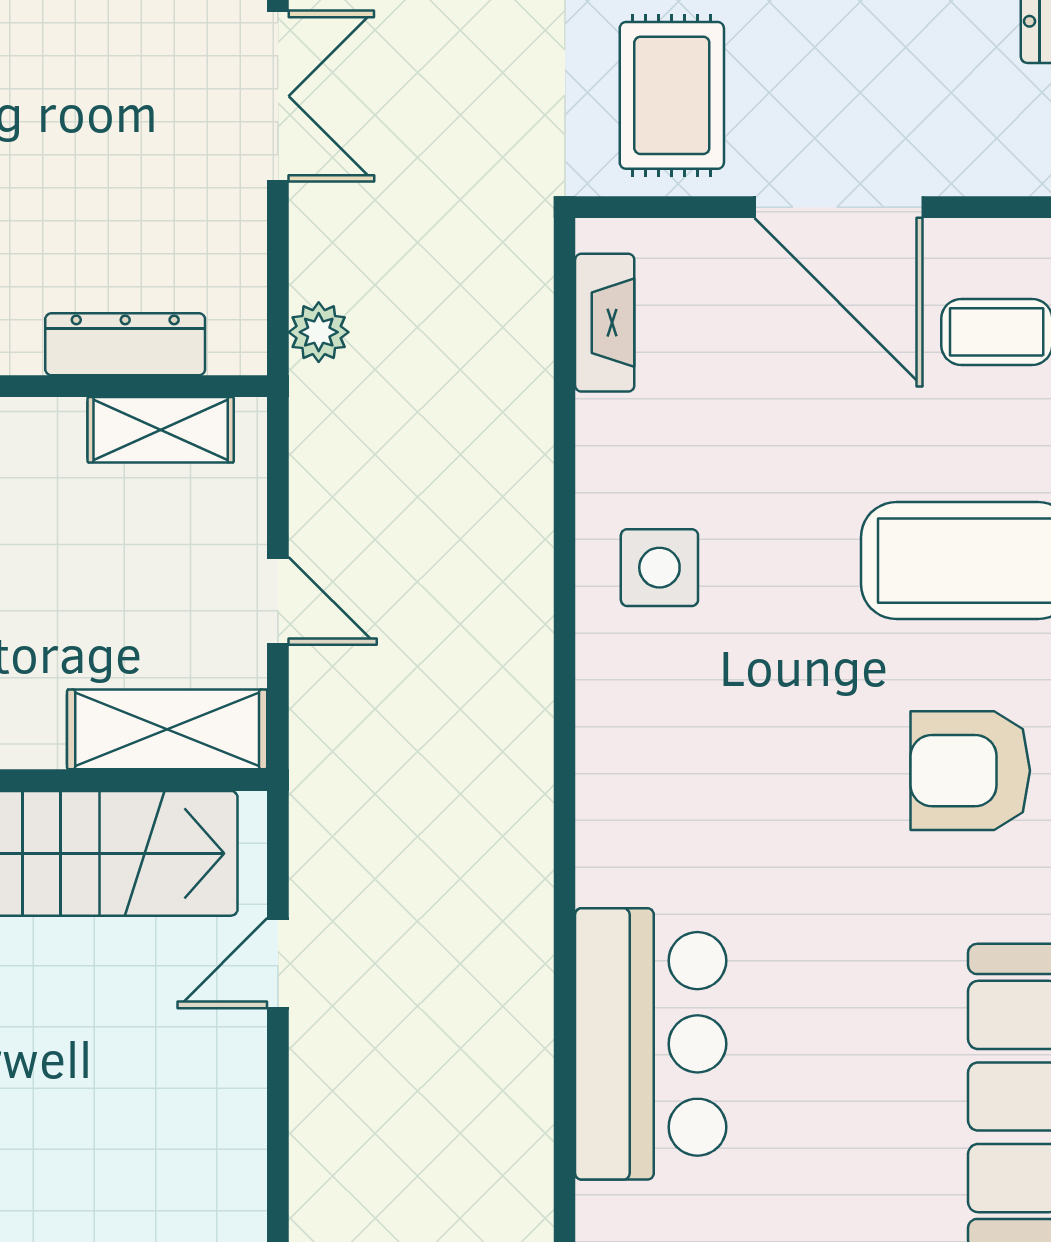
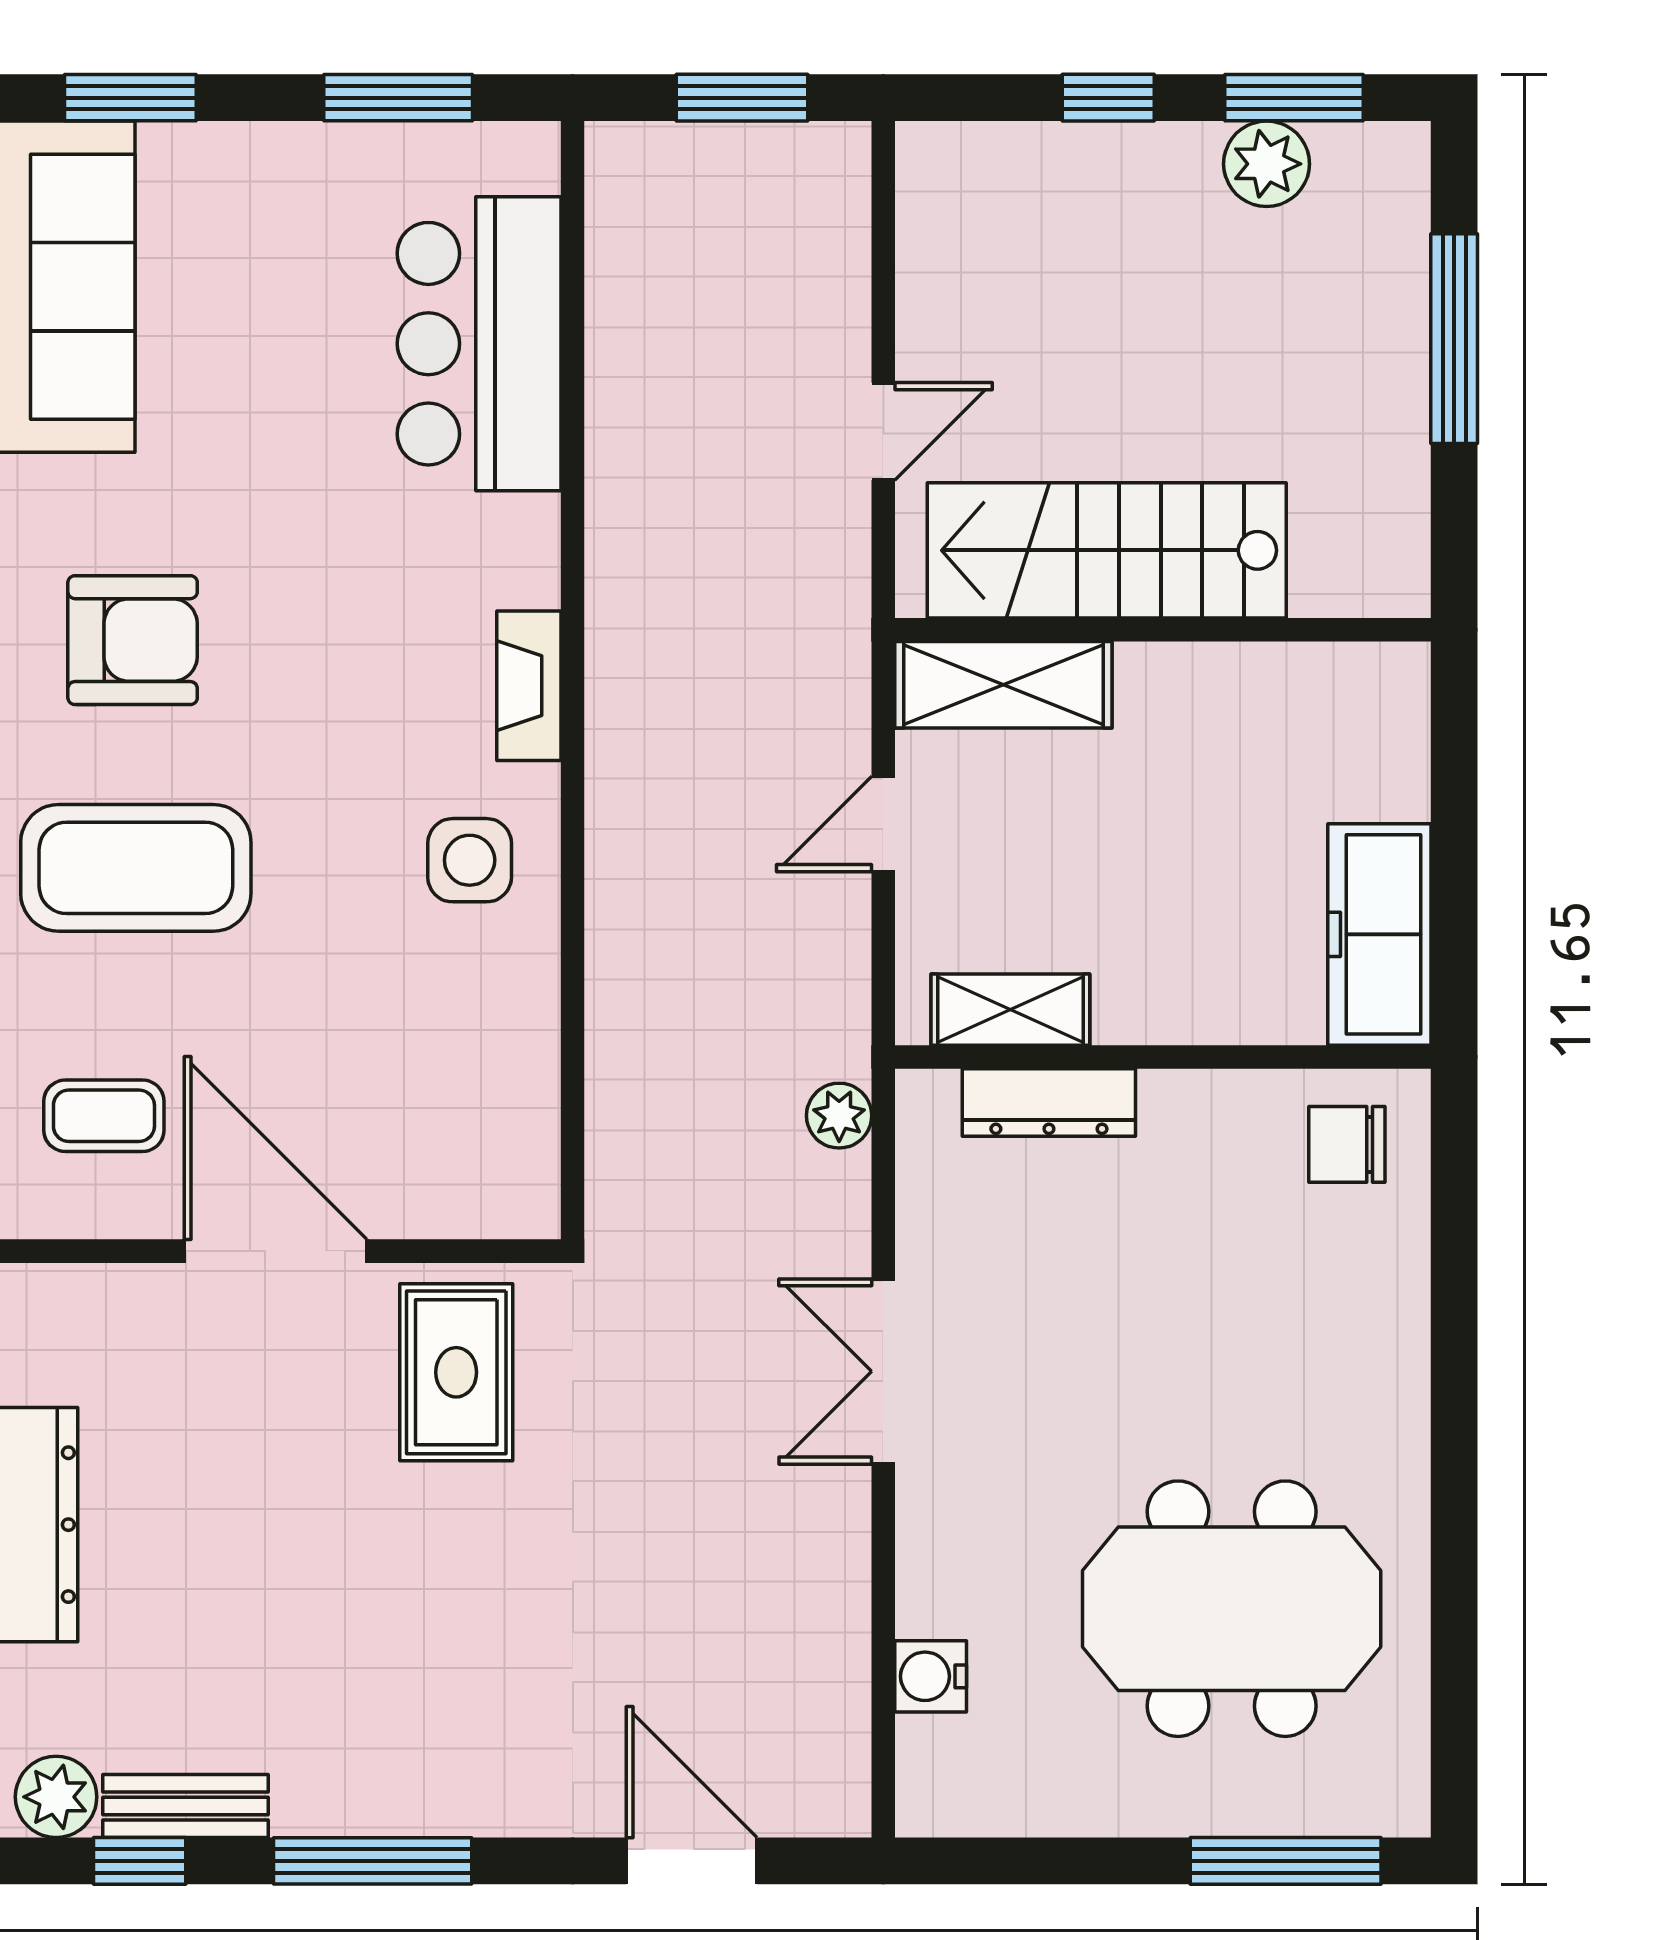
fireplace: (605, 323) -> (529, 686), moved
door: (278, 601) -> (883, 824), hinge flipped

